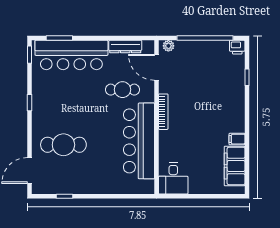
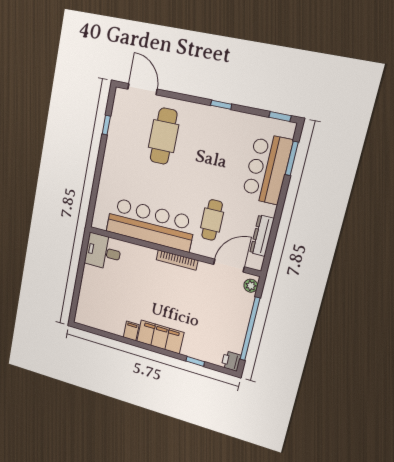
bar counter: (71, 55) -> (267, 169), width x0.73
filing cabinet: (235, 166) -> (160, 337), moved

